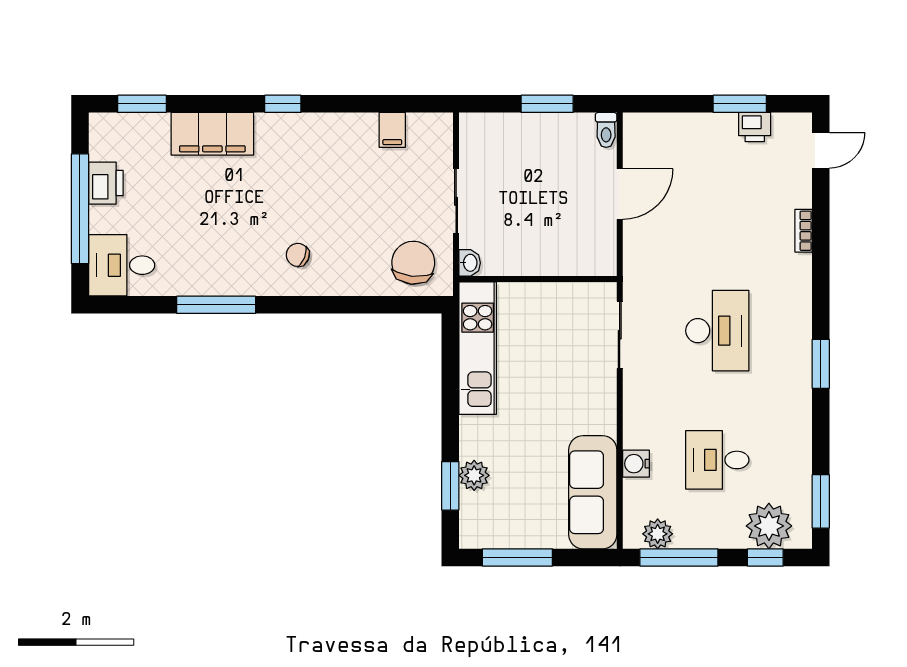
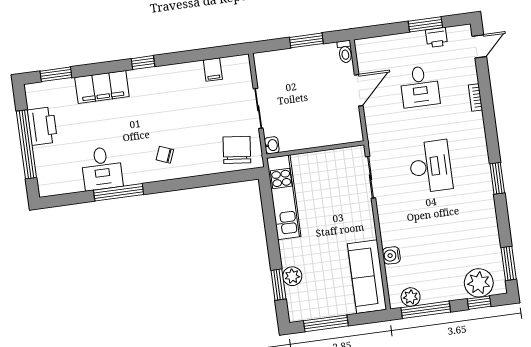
printer: (106, 183) -> (42, 126), width x1.37, depth x1.19
desk: (122, 265) -> (102, 168), moved, turned -90
desk: (717, 460) -> (420, 87), moved, turned -90

